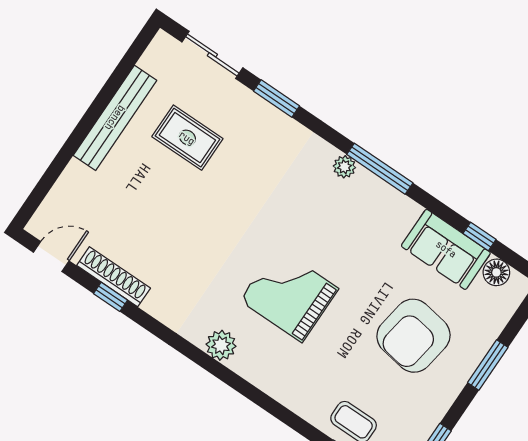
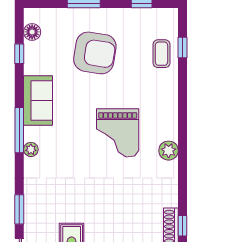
sofa: (446, 249) -> (38, 100), moved

